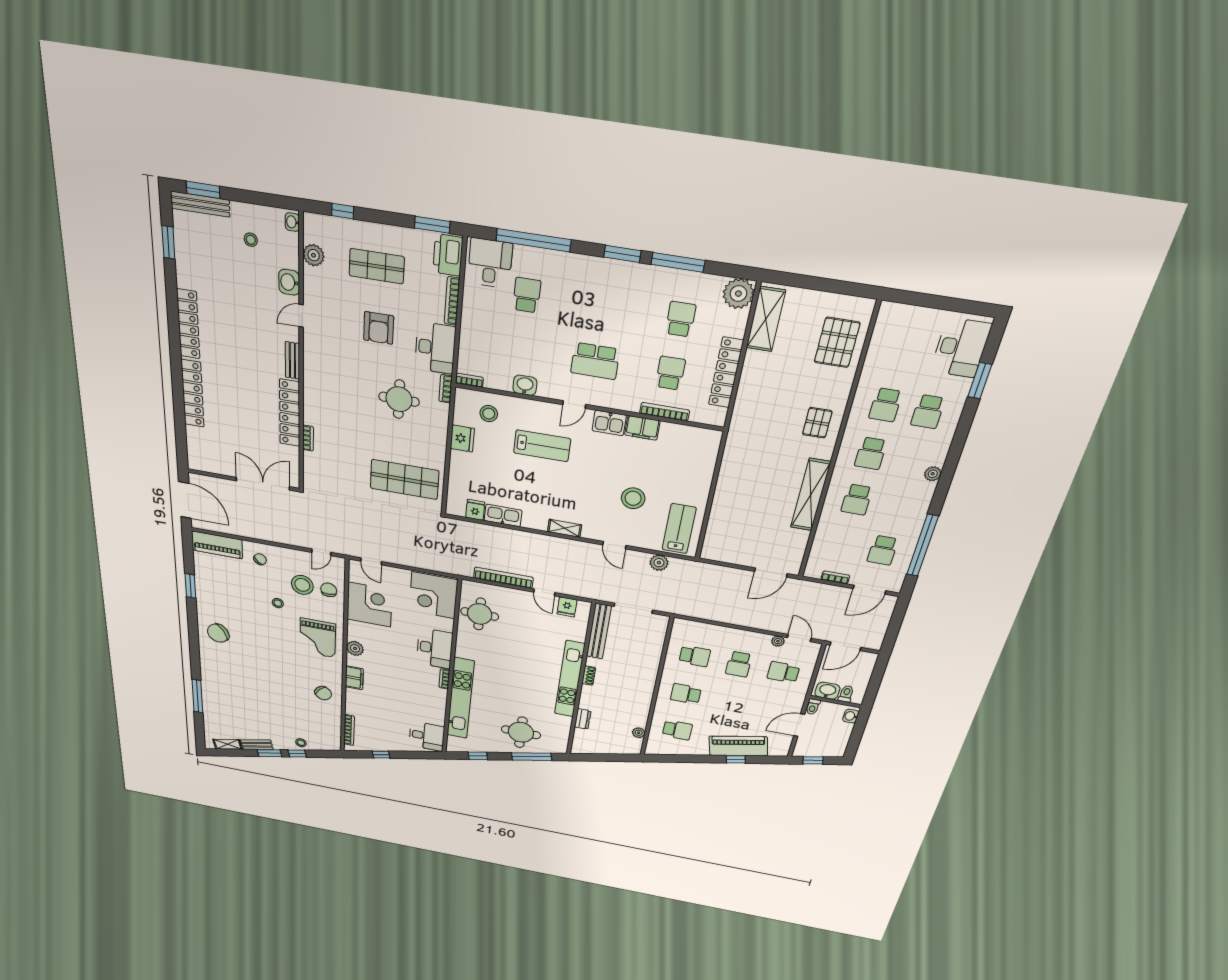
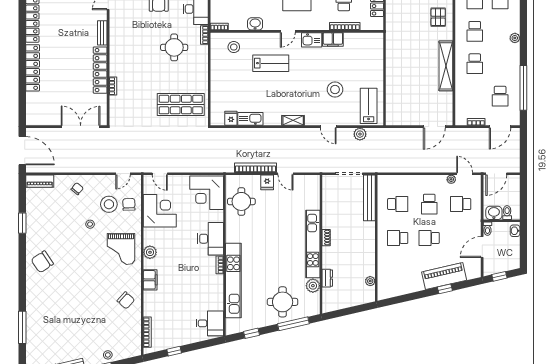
fridge: (462, 438) -> (218, 67), removed
piano: (217, 545) -> (40, 181), width x0.73, depth x0.75
fridge: (567, 607) -> (267, 182), moved
bench: (599, 631) -> (369, 198), moved
plant: (563, 723) -> (313, 286), added
school desk: (677, 730) -> (429, 238), moved, turned 180

